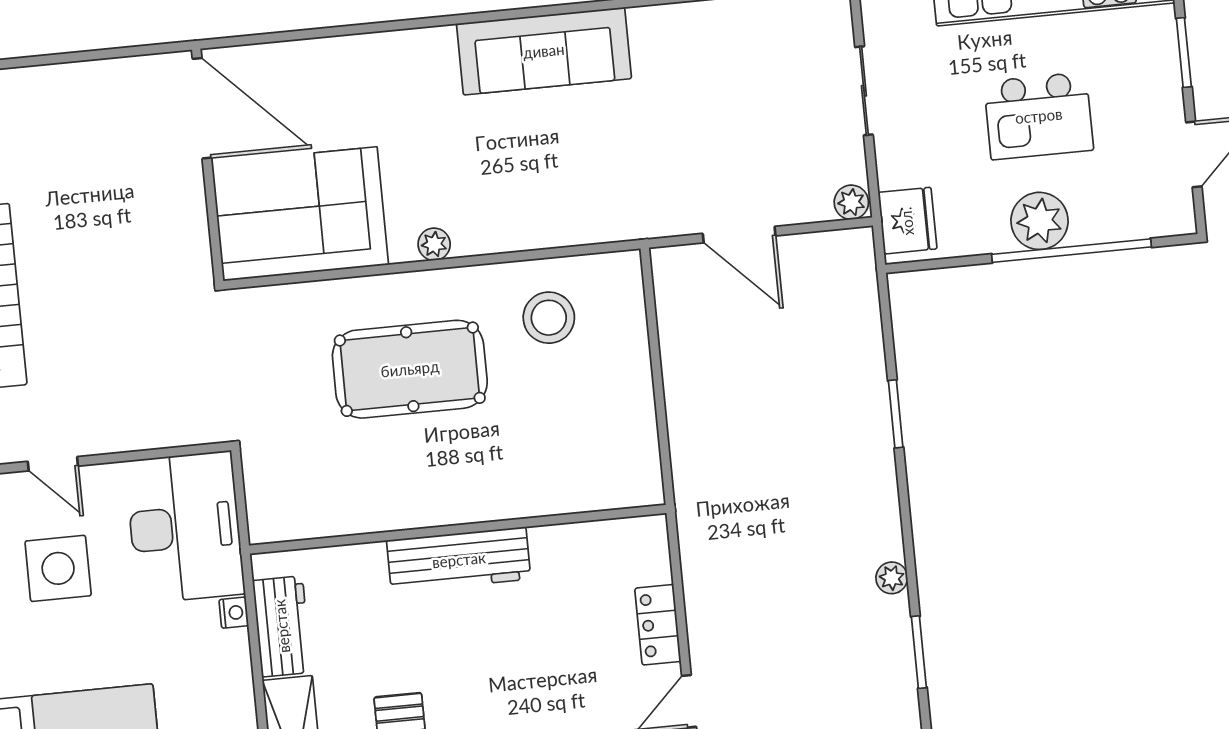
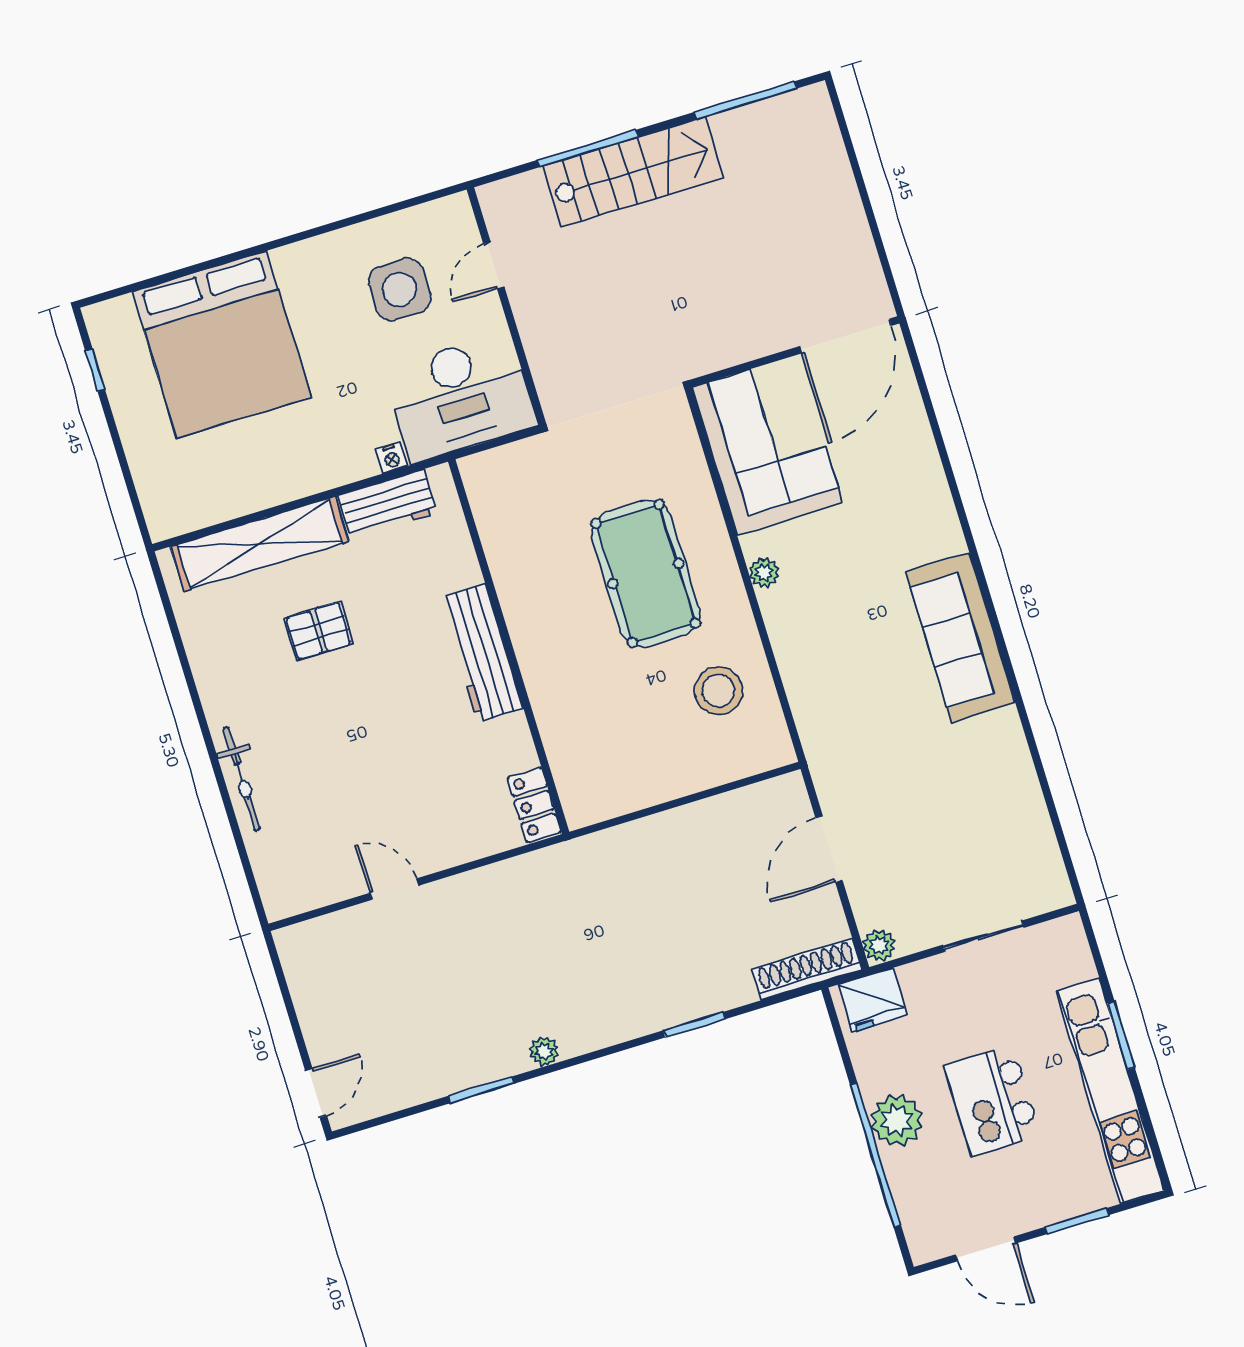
shoe rack: (861, 284) -> (807, 969), added
locker: (658, 625) -> (534, 805), moved, turned -90

